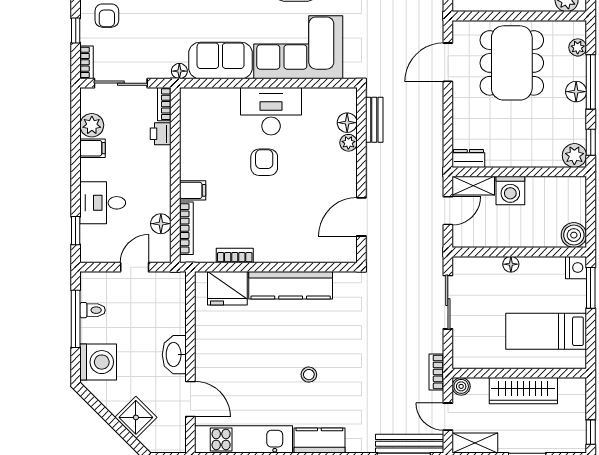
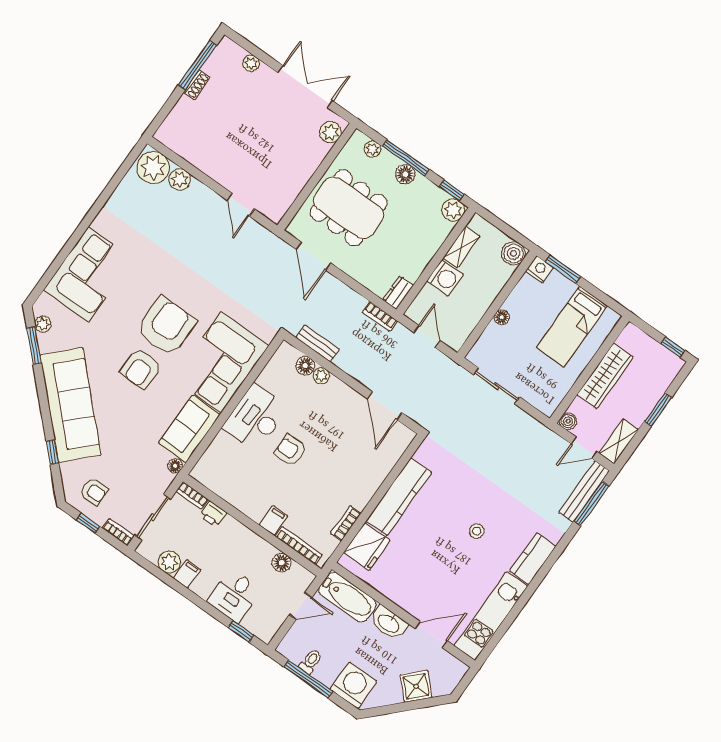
shelving: (473, 186) -> (461, 247), moved
door: (135, 267) -> (301, 606), swing flipped
bathtub: (171, 302) -> (347, 597), added
bookcase: (436, 372) -> (380, 316), moved

